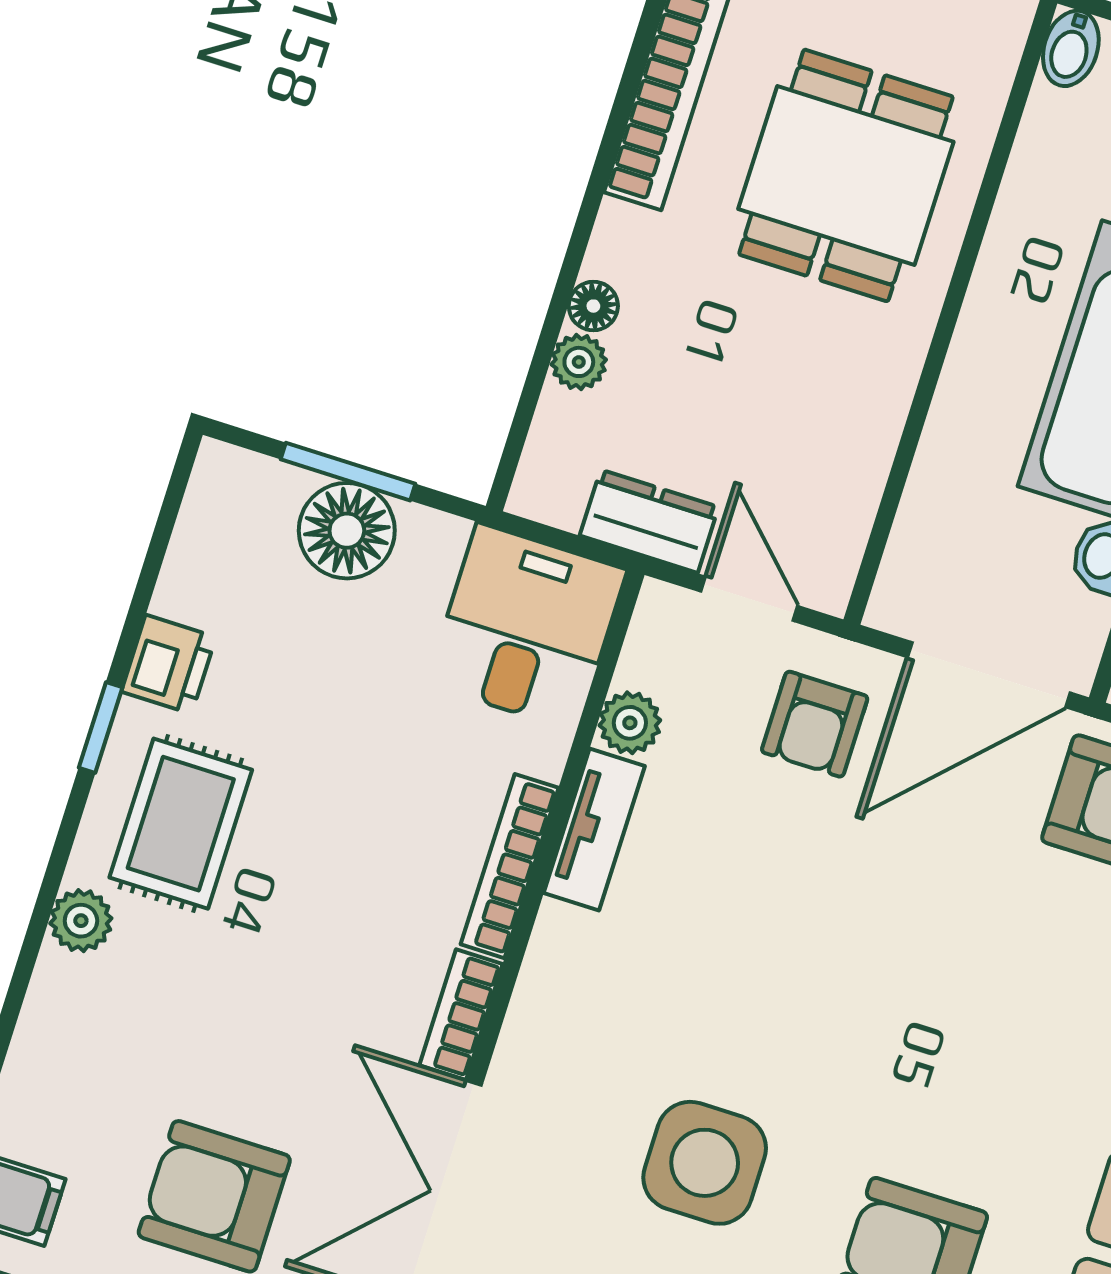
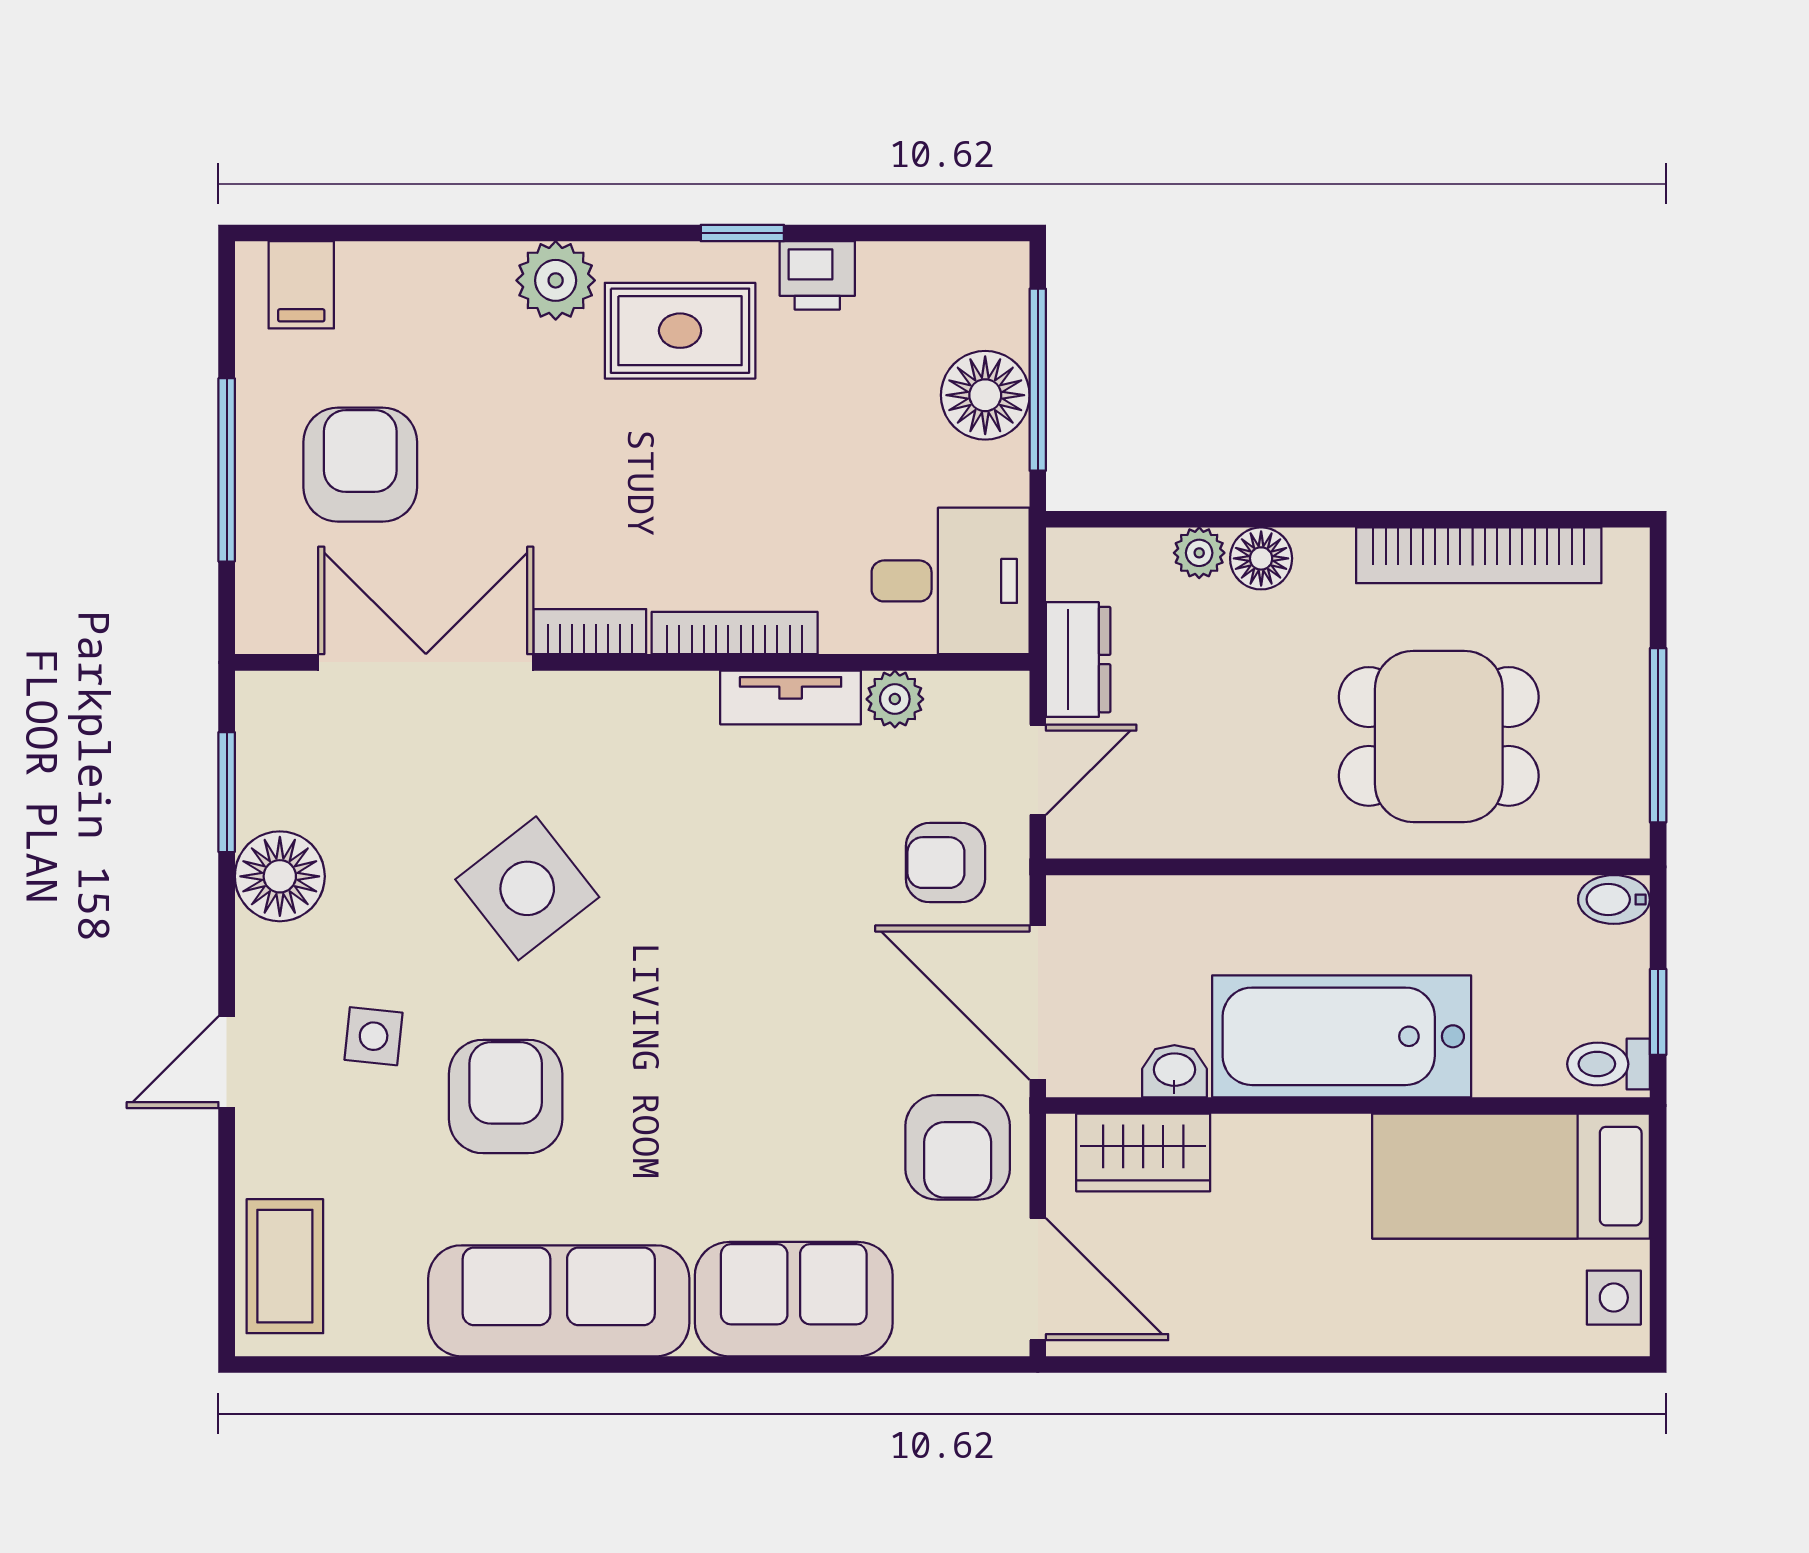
floor lamp: (593, 306) -> (1261, 558), width x1.37, depth x1.37
window: (348, 472) -> (1038, 380), width x1.44
plant: (81, 921) -> (556, 280), width x1.38, depth x1.38
side table: (705, 1163) -> (527, 888), turned -38

